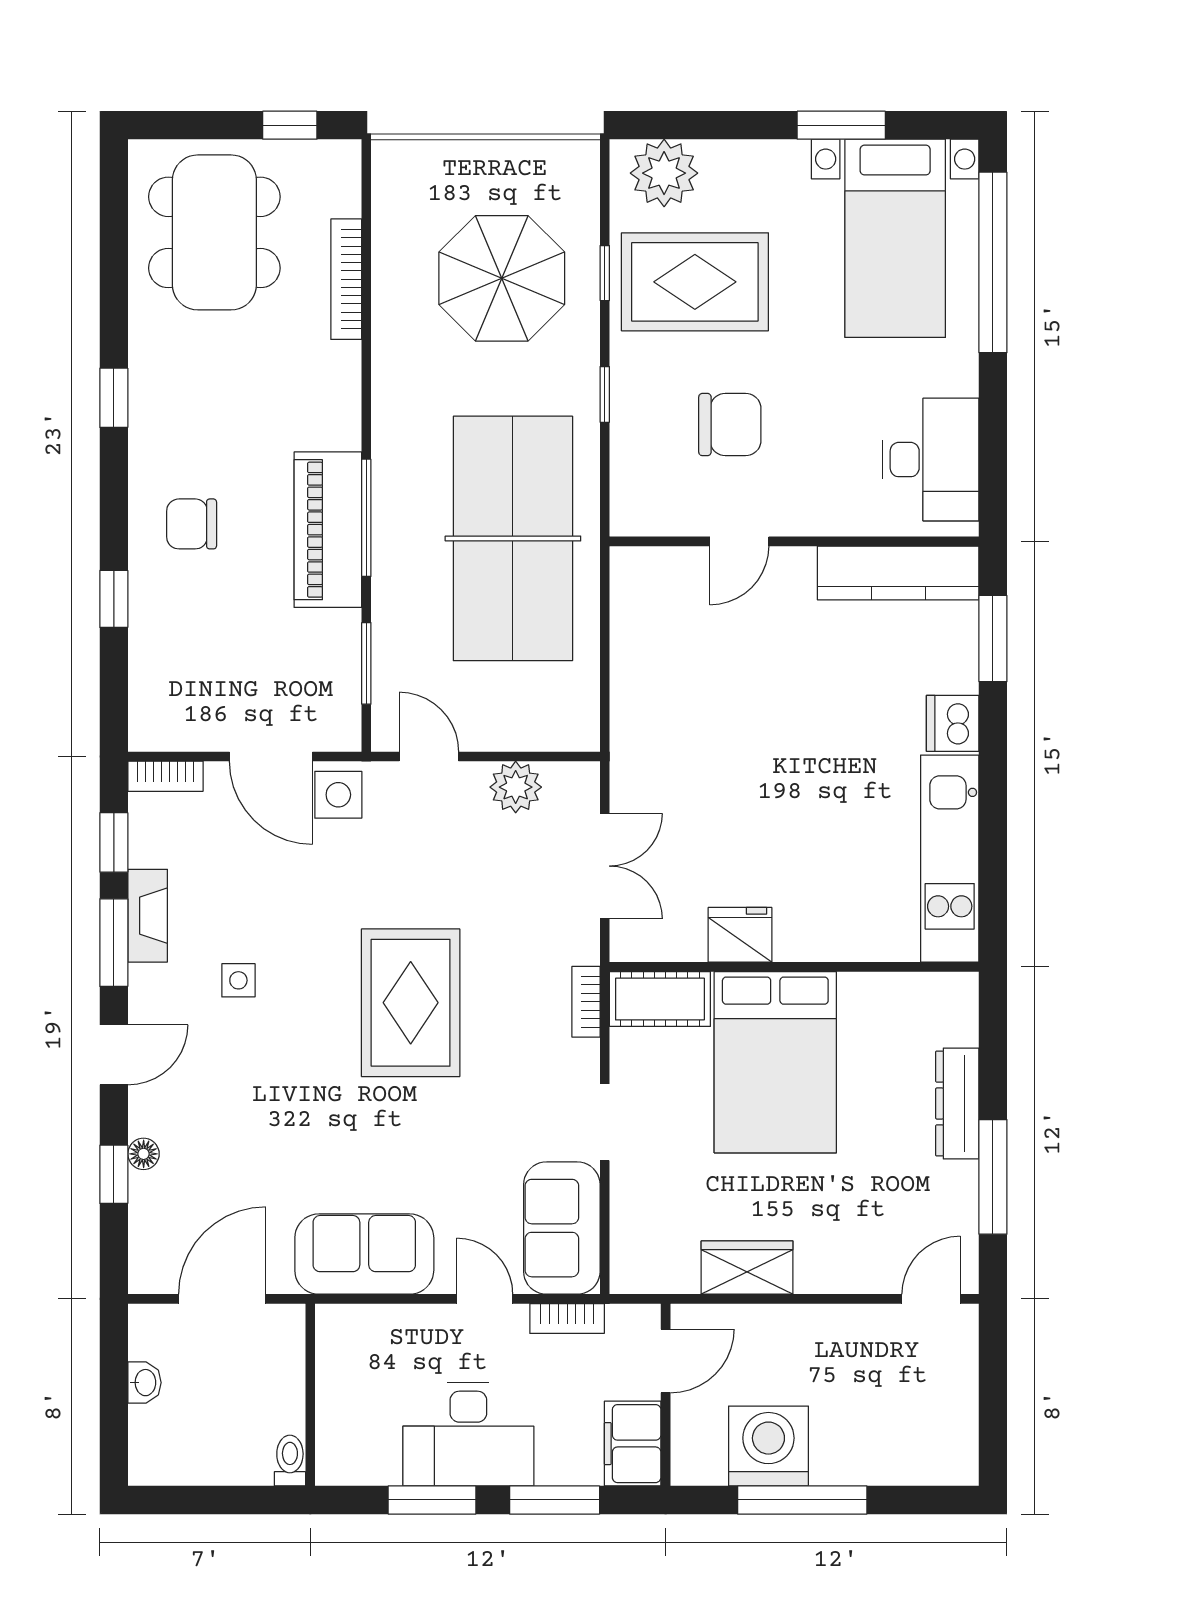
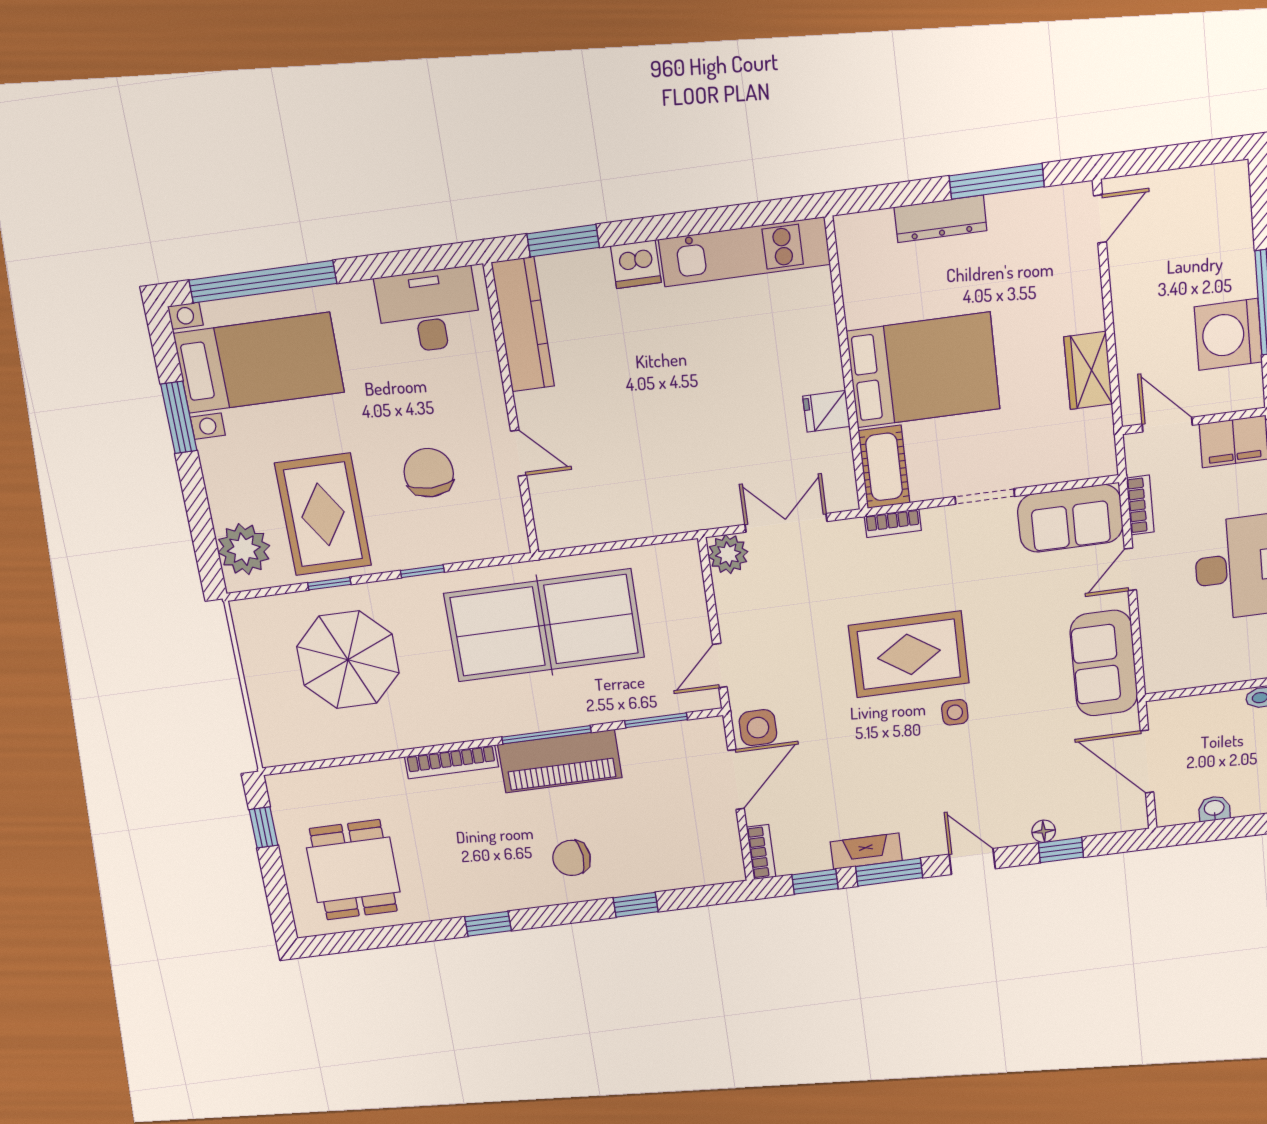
dining table: (214, 232) -> (353, 870), width x0.73
bookcase: (346, 279) -> (451, 762), moved
chair: (192, 524) -> (572, 858), turned 86
plant: (516, 787) -> (728, 554), moved
fridge: (740, 935) -> (826, 411), width x0.72
side table: (238, 980) -> (955, 712), moved
door: (931, 1299) -> (1100, 219), swing flipped

